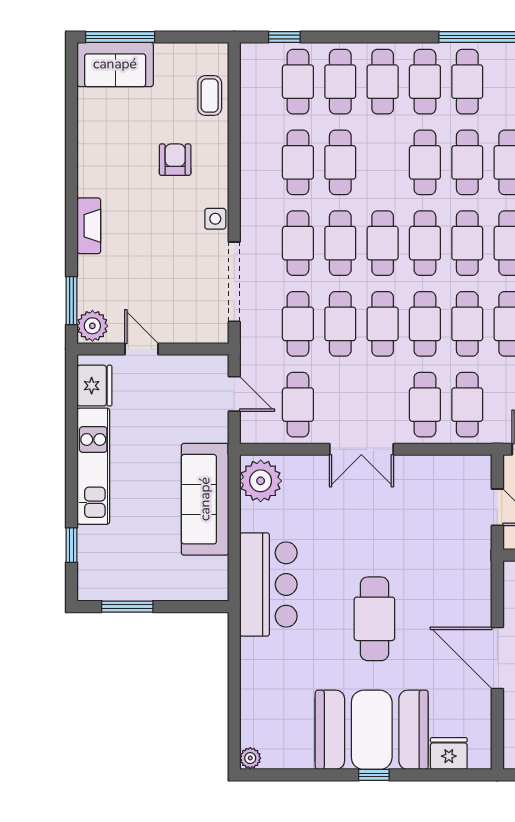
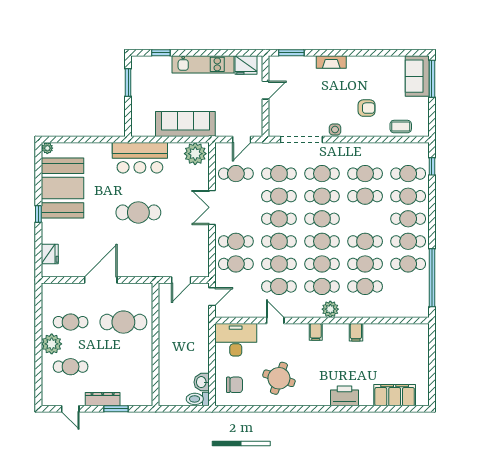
plant: (92, 326) -> (278, 64), removed
cafe table: (374, 619) -> (138, 212), moved
booth: (372, 730) -> (62, 188), moved

